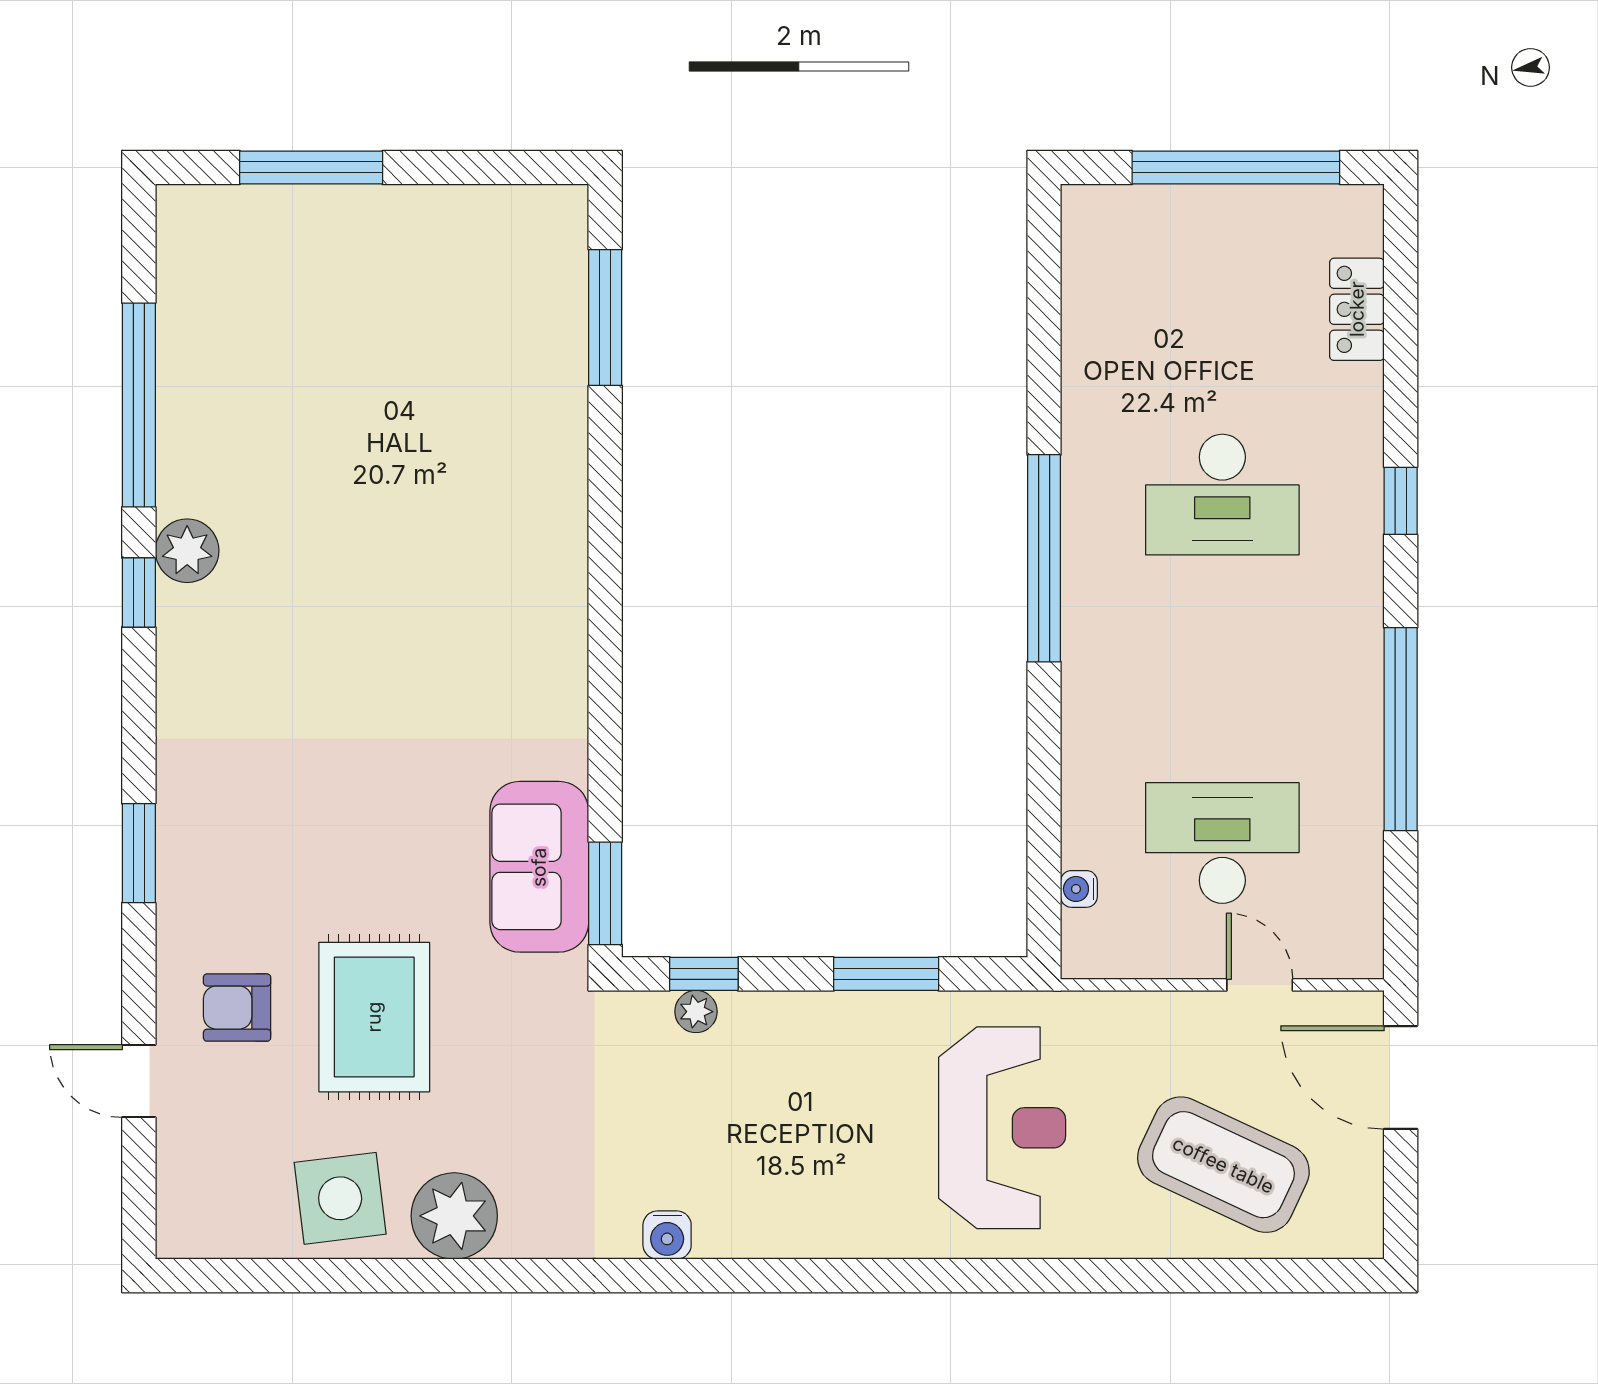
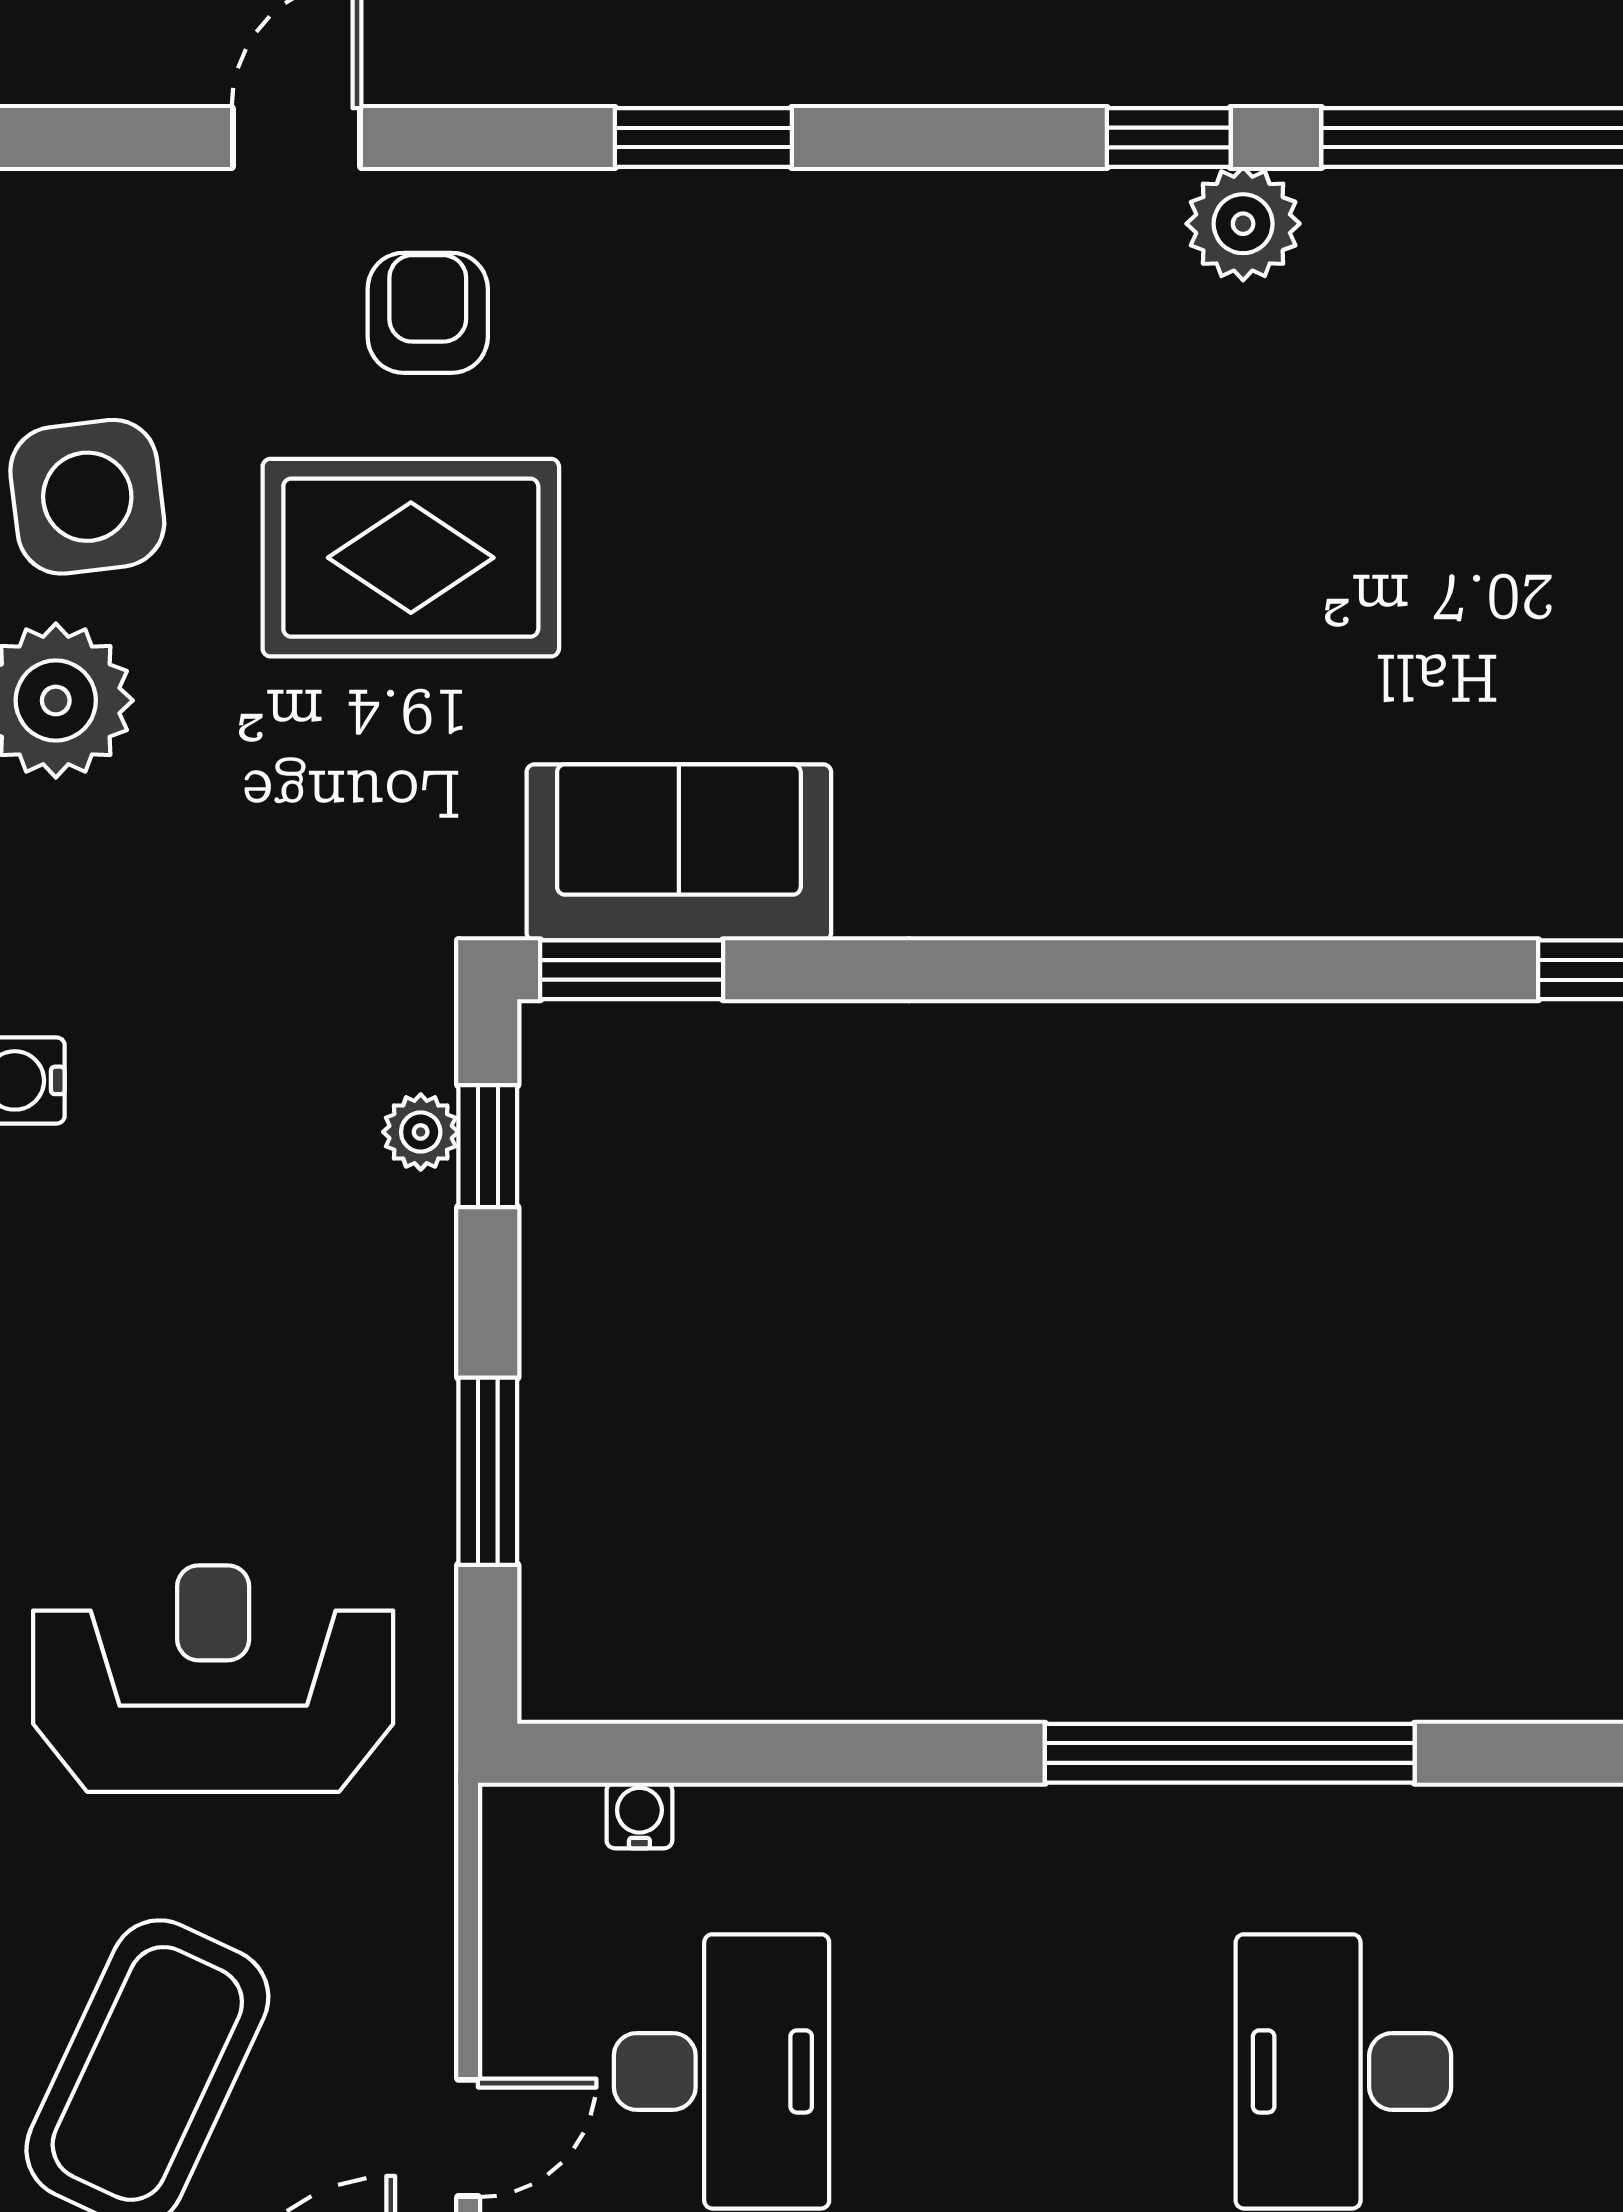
reception desk: (1002, 1128) -> (213, 1679), turned 180

